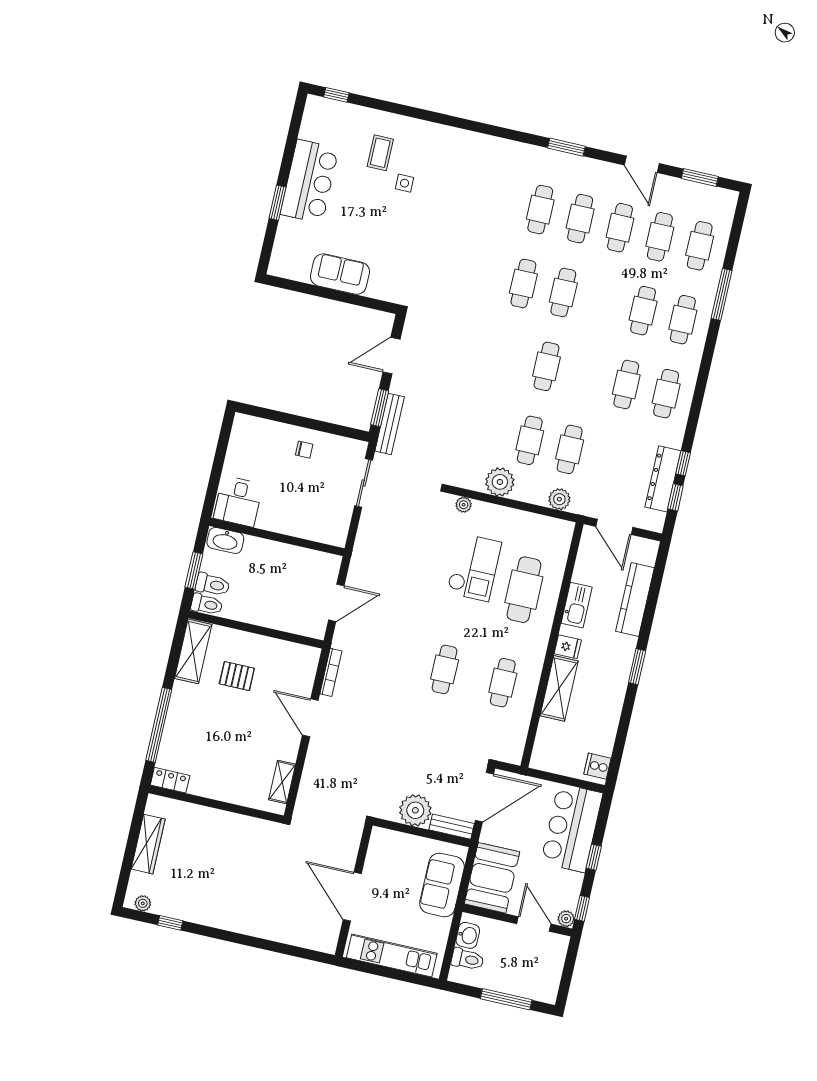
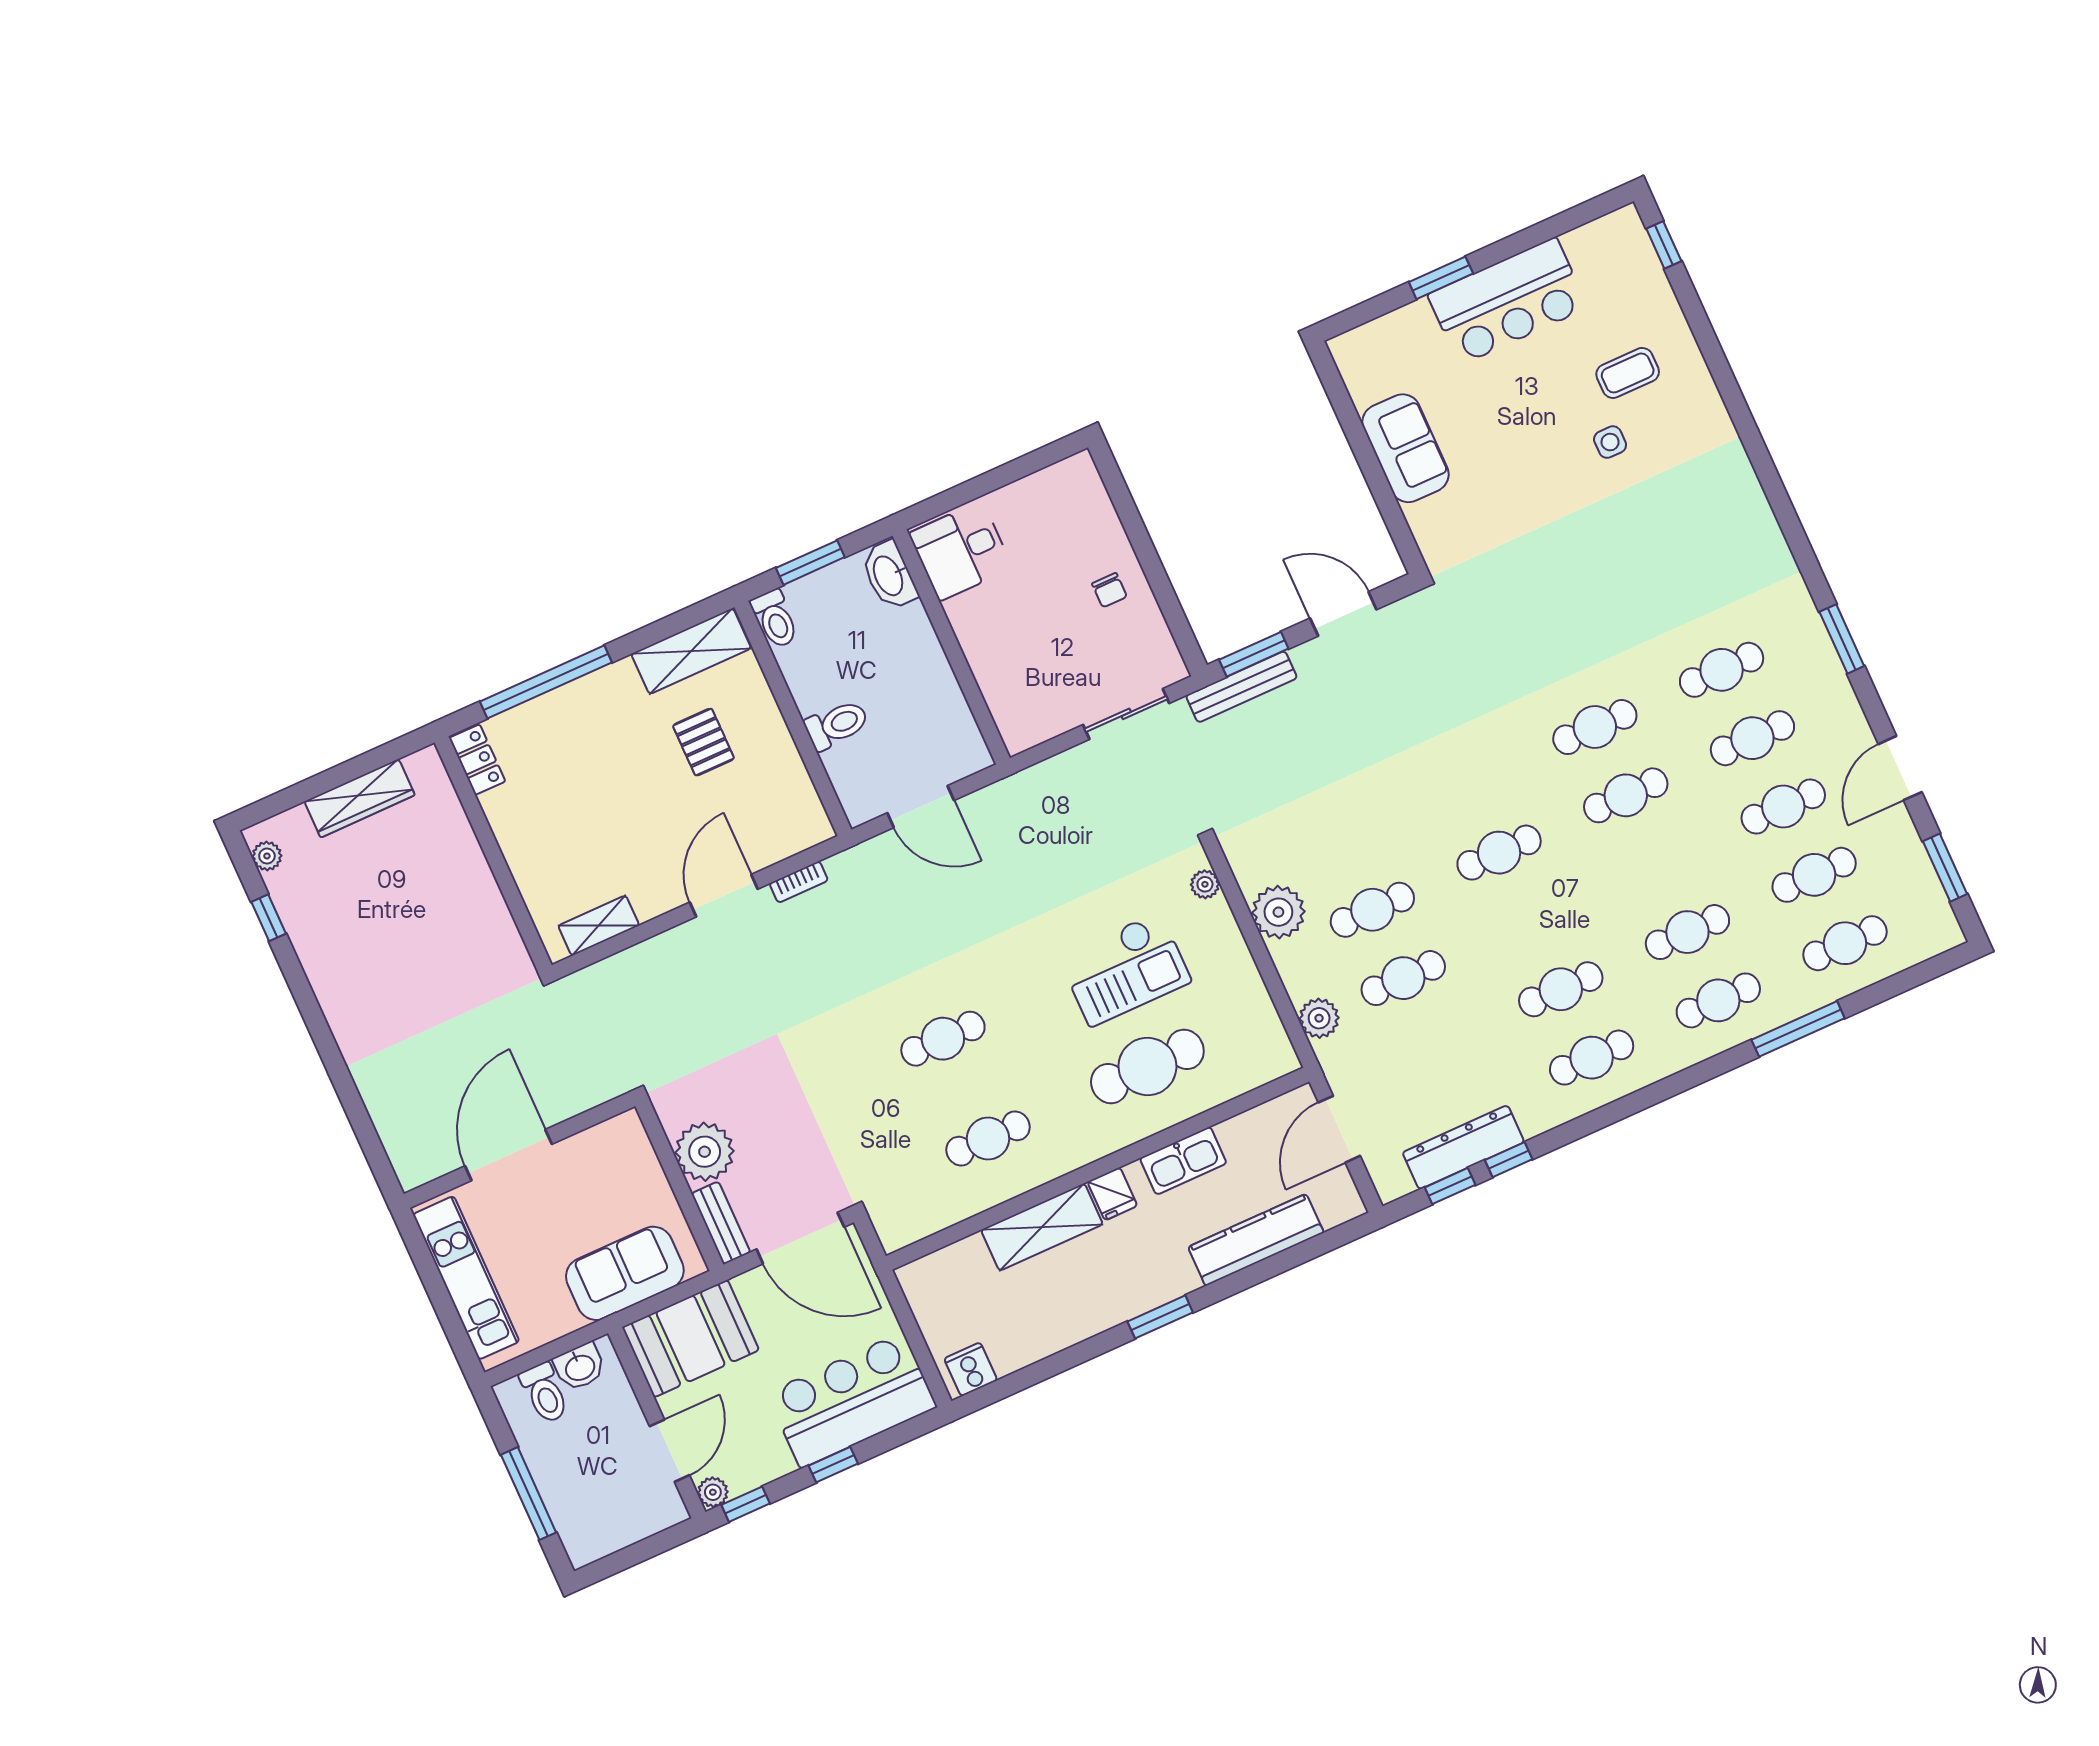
toilet: (213, 585) -> (837, 725), moved, turned -90
bookcase: (331, 672) -> (799, 882), width x0.64

